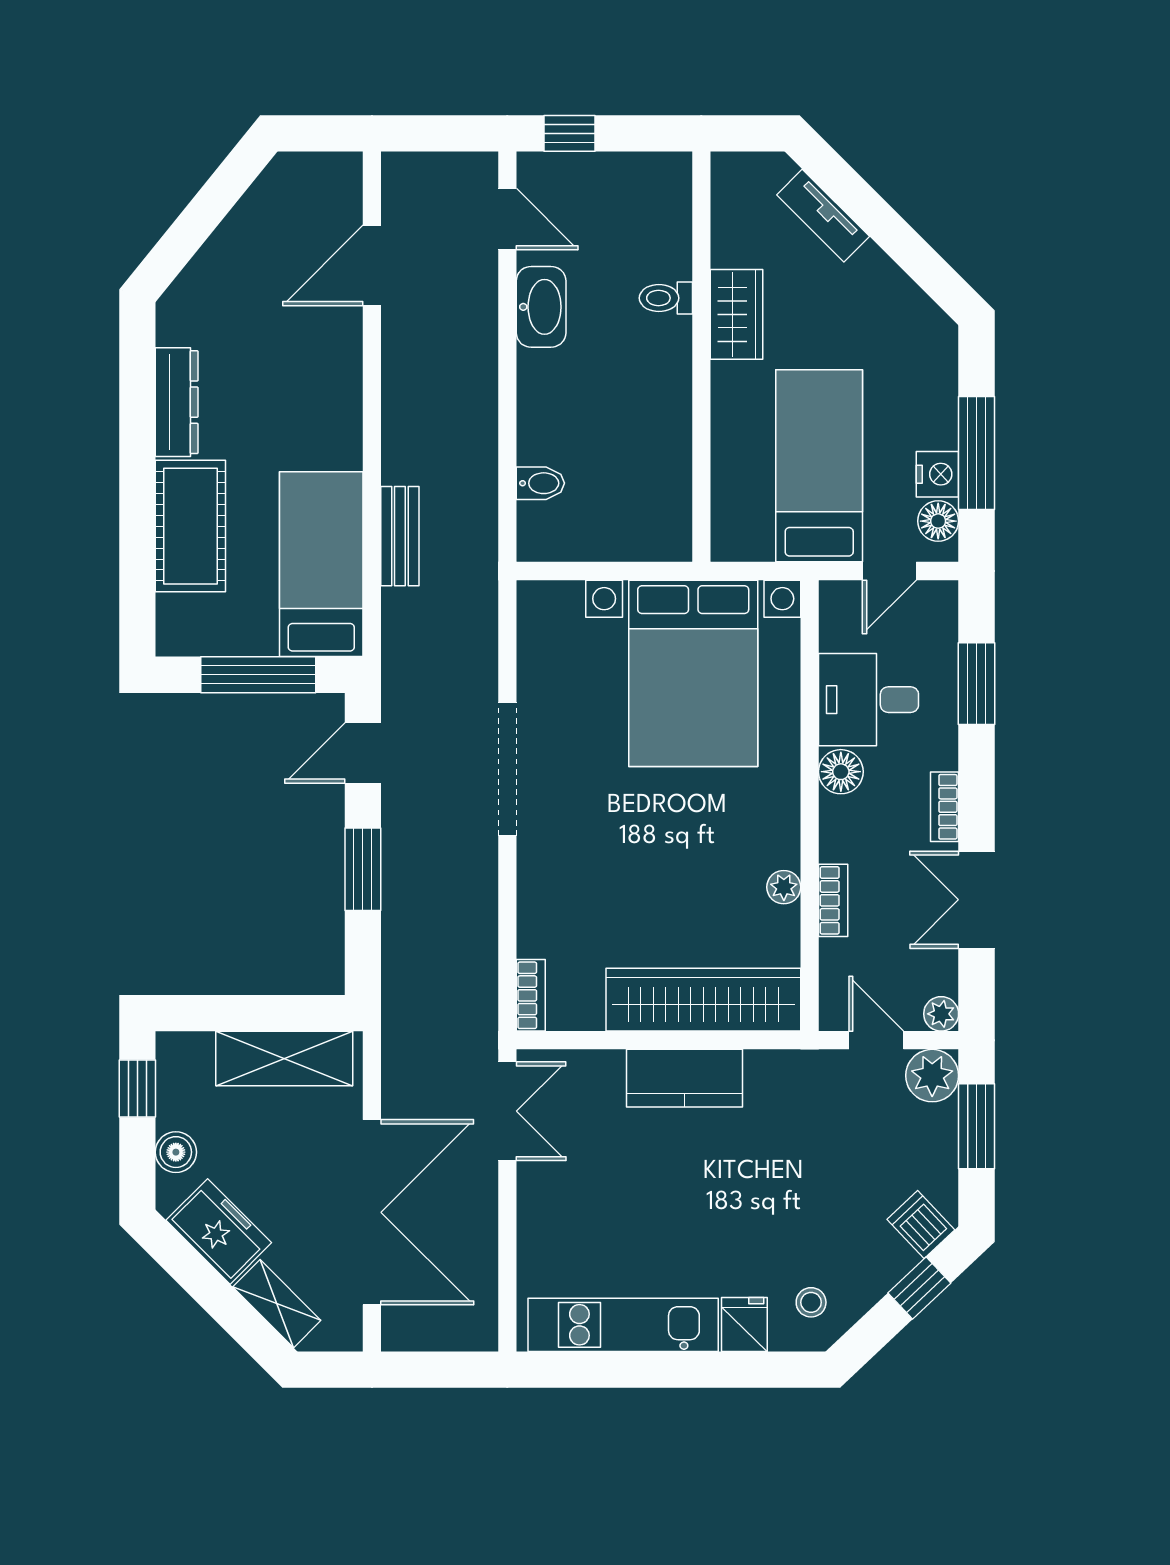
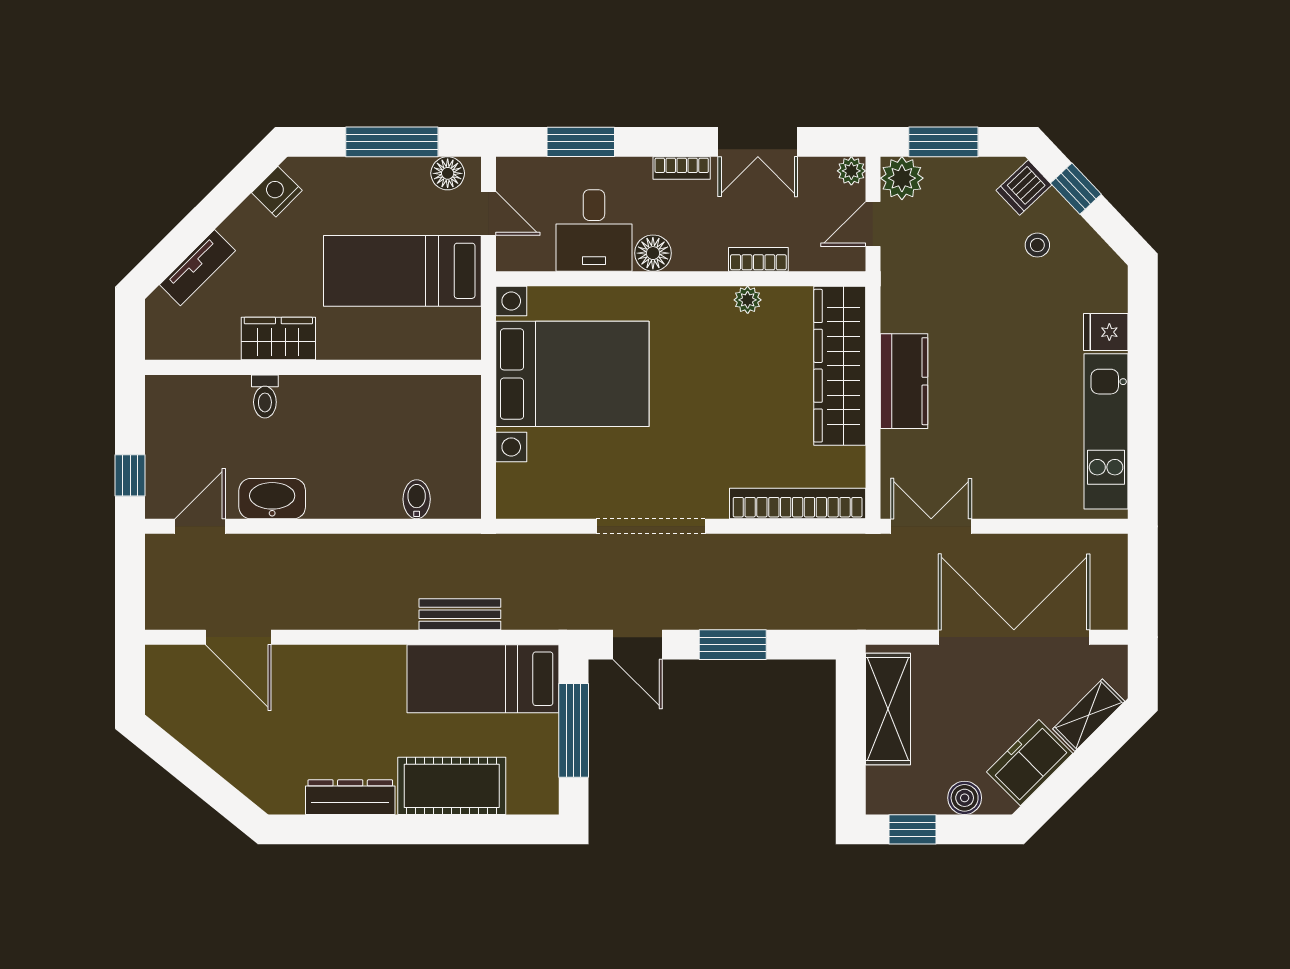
nightstand: (937, 474) -> (277, 192), moved, turned -45
bookcase: (531, 995) -> (798, 503), width x2.31, depth x1.31
stool: (811, 1302) -> (1037, 245), moved

